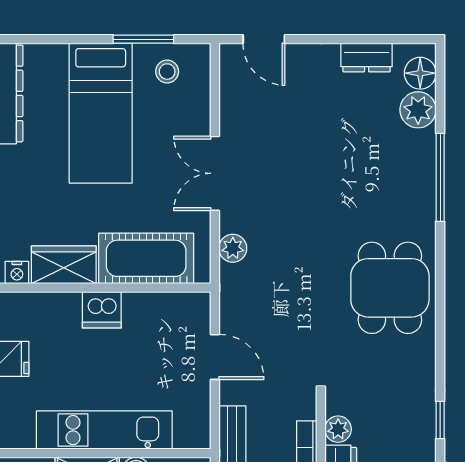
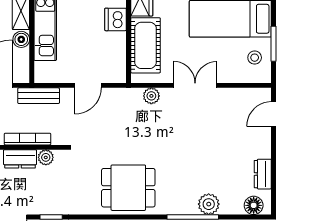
plant: (418, 110) -> (209, 204), moved

